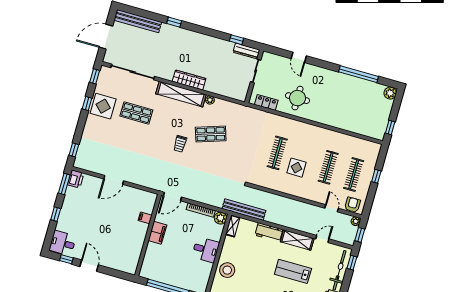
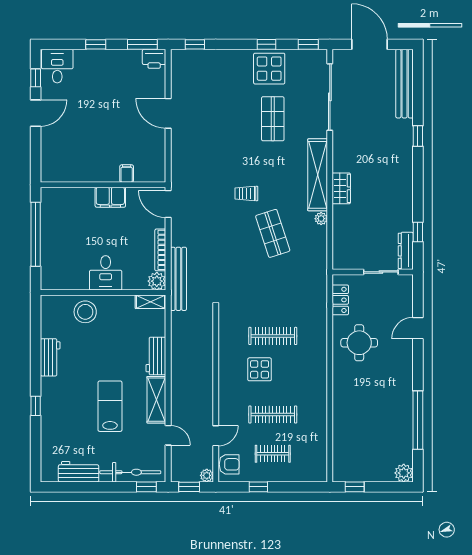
wardrobe: (189, 80) -> (341, 188), width x0.67
clothes rail: (354, 174) -> (273, 454), width x0.73
window: (376, 176) -> (258, 487), moved
bench: (244, 210) -> (178, 279), moved

